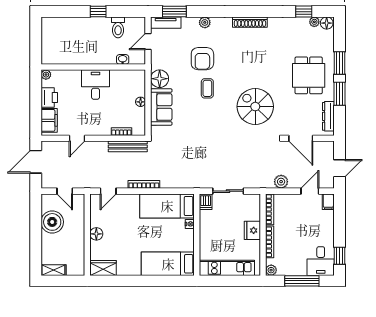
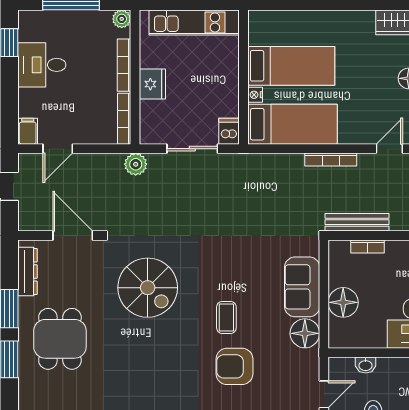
armchair: (202, 59) -> (234, 366), turned -90
floor lamp: (141, 102) -> (343, 302), width x1.89, depth x1.89
plant: (281, 182) -> (136, 164), moved
desk: (321, 261) -> (42, 65), moved, turned -90
bed: (168, 264) -> (291, 66), moved

